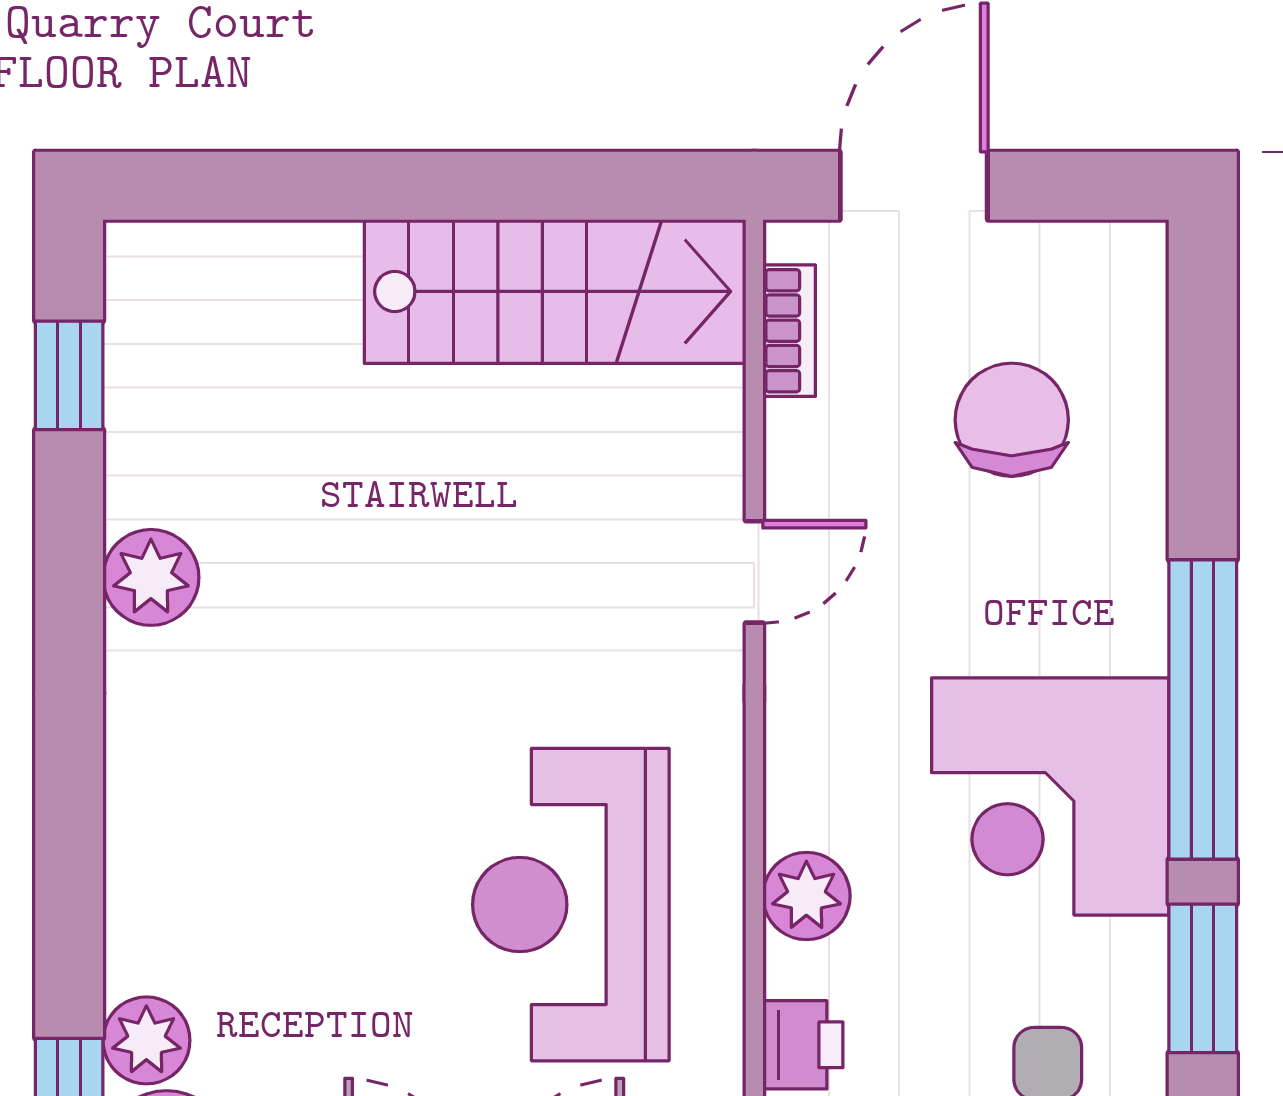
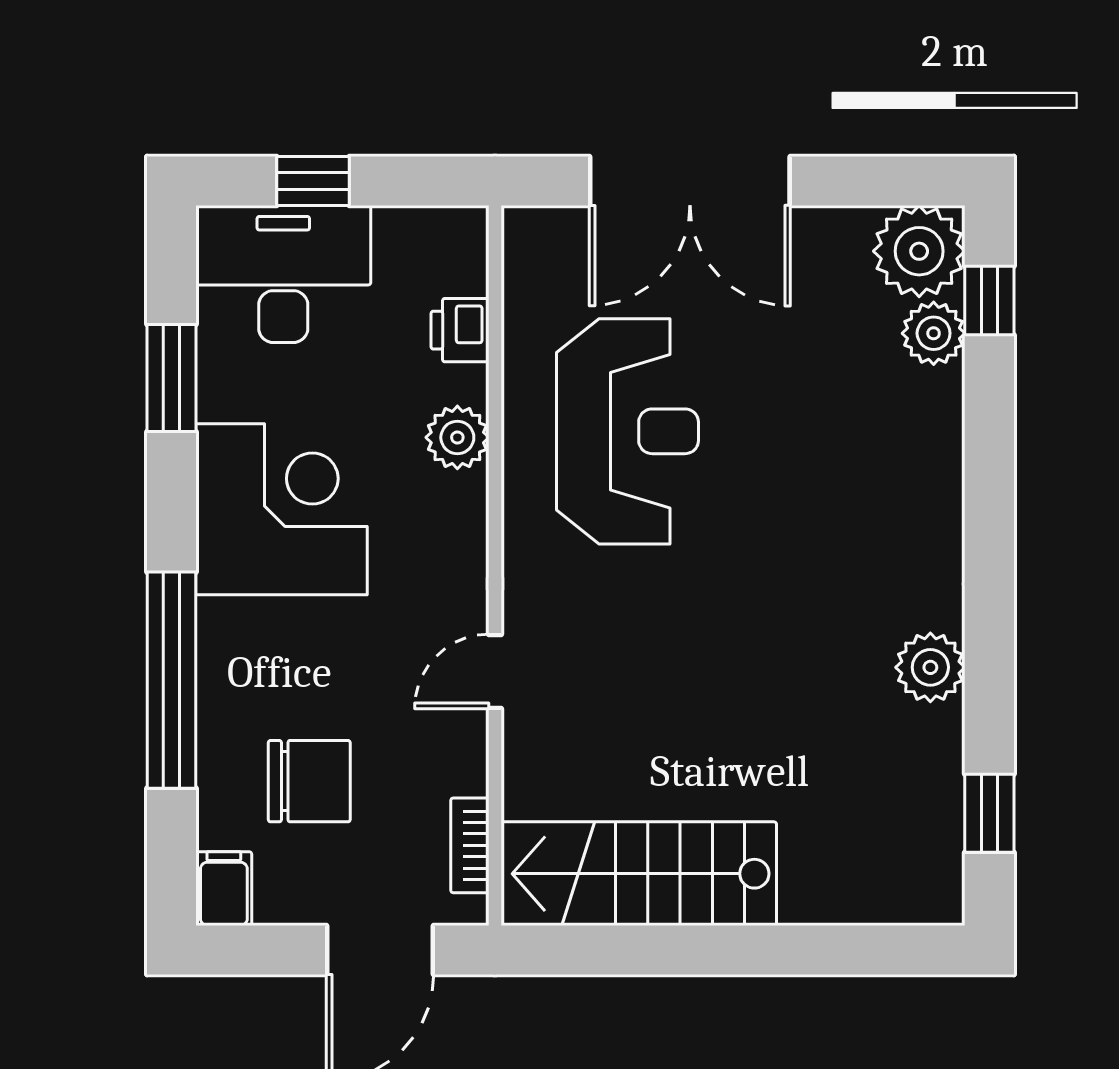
filing cabinet: (1130, 271) -> (224, 889), added
chair: (1012, 420) -> (309, 781), turned -90
window: (1203, 709) -> (171, 680), moved

